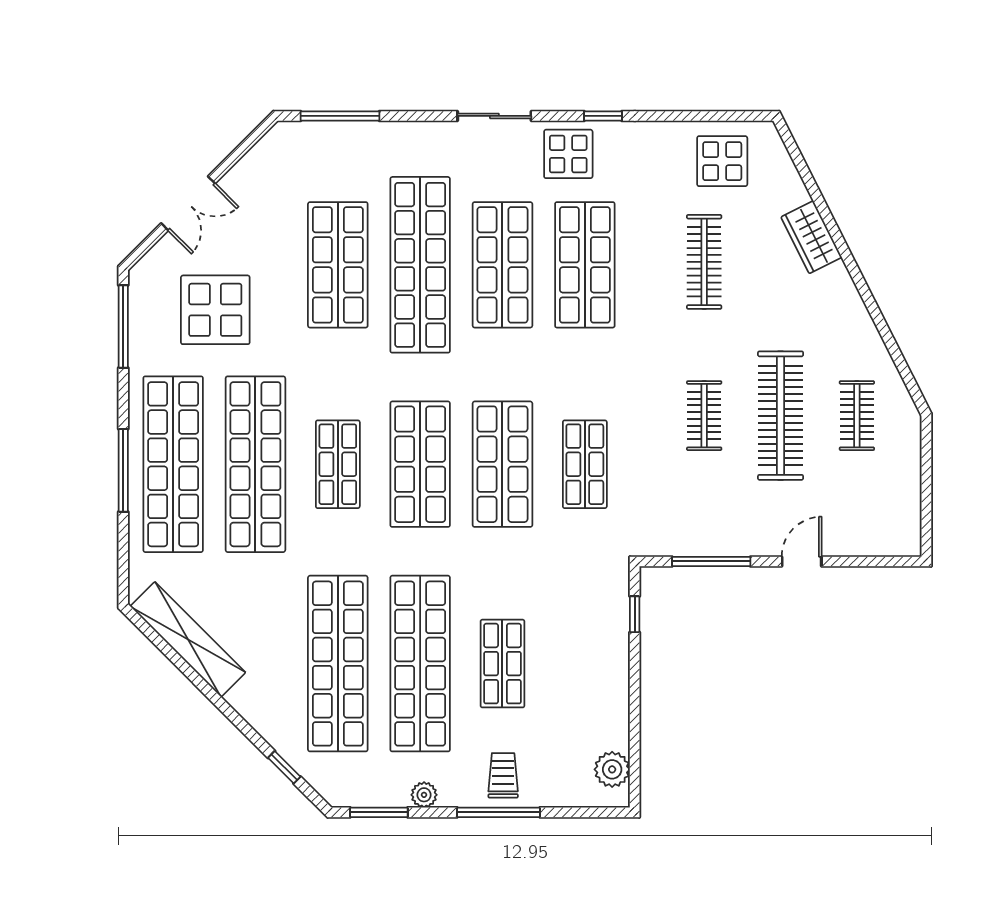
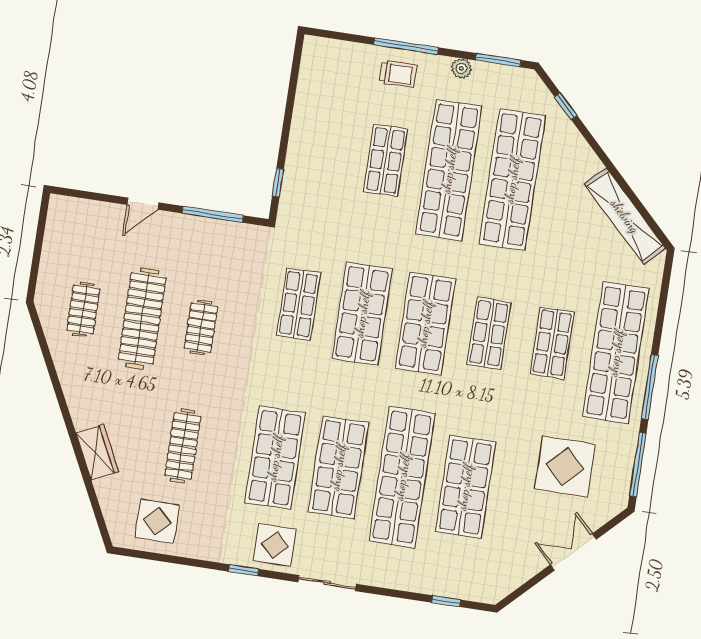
window: (340, 116) -> (446, 601), width x0.46
shop shelf: (255, 464) -> (552, 343), width x0.50, depth x0.74
window: (123, 470) -> (650, 387), moved
plant: (612, 769) -> (314, 66), removed
trolley: (503, 775) -> (398, 74), turned -90

